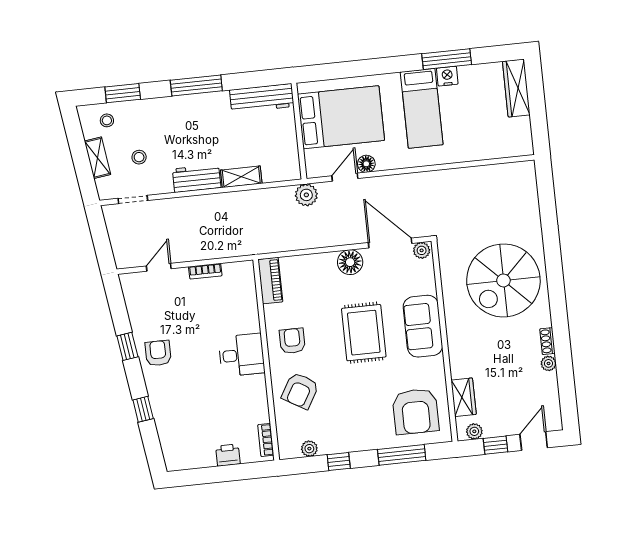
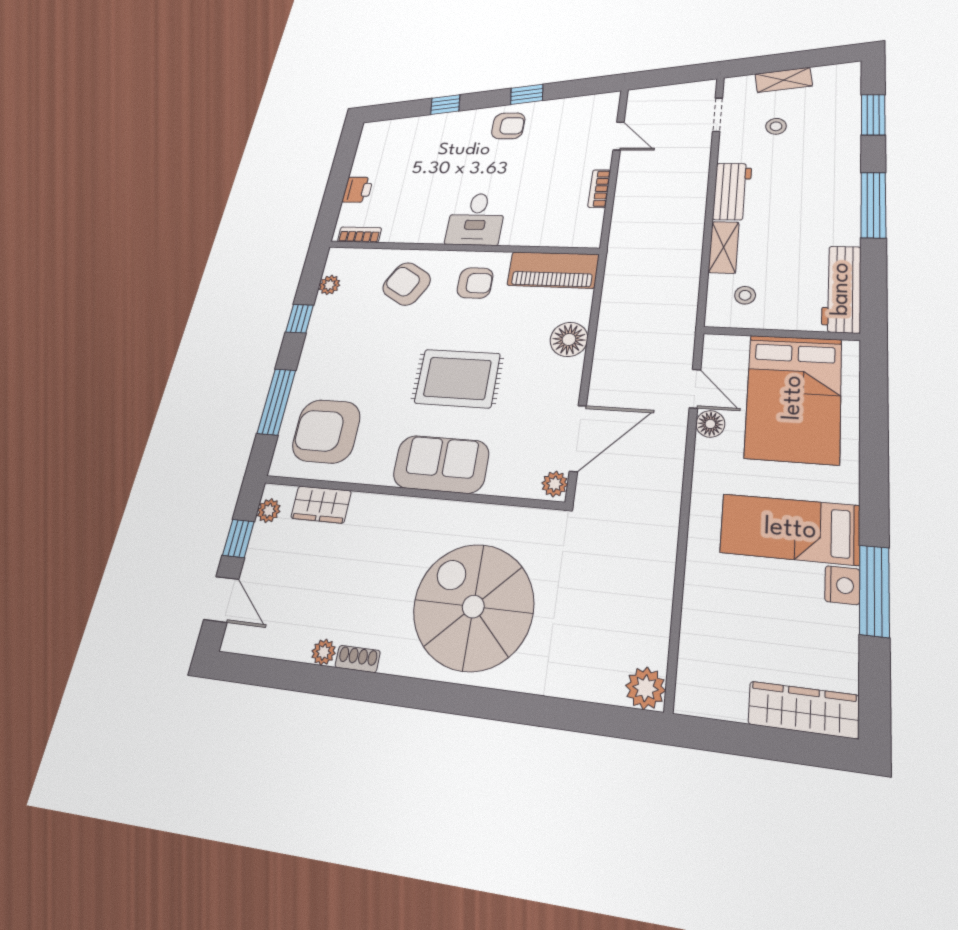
stool: (107, 120) -> (745, 295), moved
plant: (306, 195) -> (646, 688), moved
floor lamp: (350, 262) -> (569, 339), moved
piano: (270, 281) -> (553, 270), width x1.37, depth x1.33

